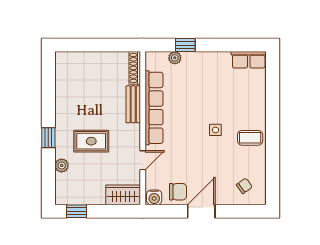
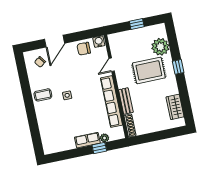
row of seats: (249, 60) -> (87, 140), moved
rug: (91, 141) -> (149, 70), width x1.36, depth x1.43
plant: (62, 165) -> (160, 47), width x1.87, depth x1.87
wardrobe: (123, 195) -> (175, 107), moved, turned 90
window: (77, 211) -> (137, 24), moved
door: (201, 211) -> (54, 41), moved

